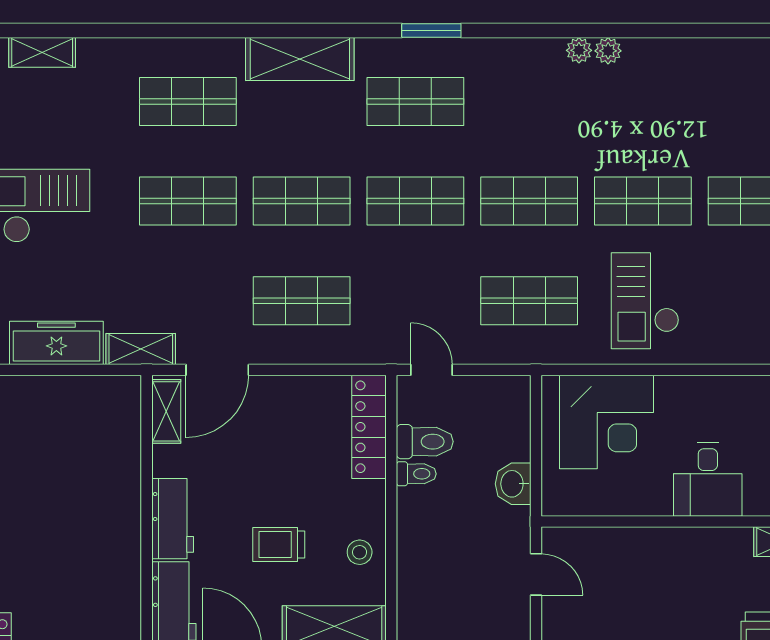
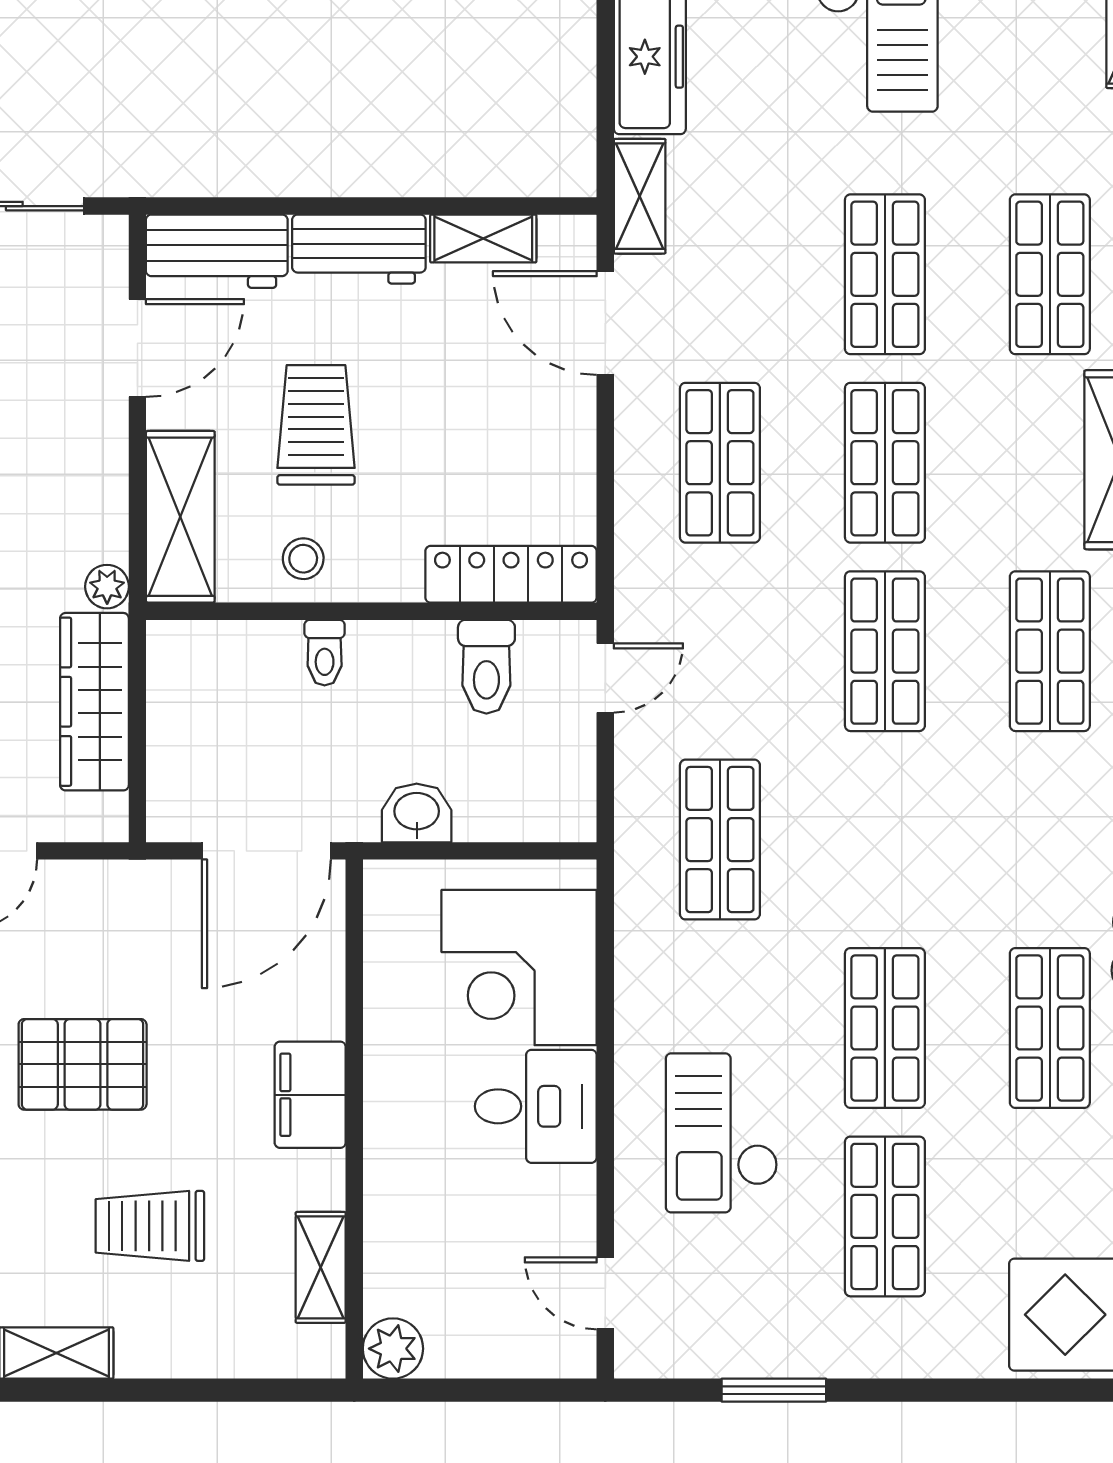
shop shelf: (529, 201) -> (1050, 1028), moved
checkout: (645, 301) -> (722, 1133), moved, turned -90
shelving: (166, 411) -> (483, 239), moved
toilet: (416, 474) -> (325, 653), moved
desk: (708, 479) -> (536, 1106), moved, turned 180
trolley: (279, 545) -> (316, 425), width x1.36, depth x1.39
filing cabinet: (683, 548) -> (310, 1095), added
door: (536, 574) -> (266, 851), width x1.87

